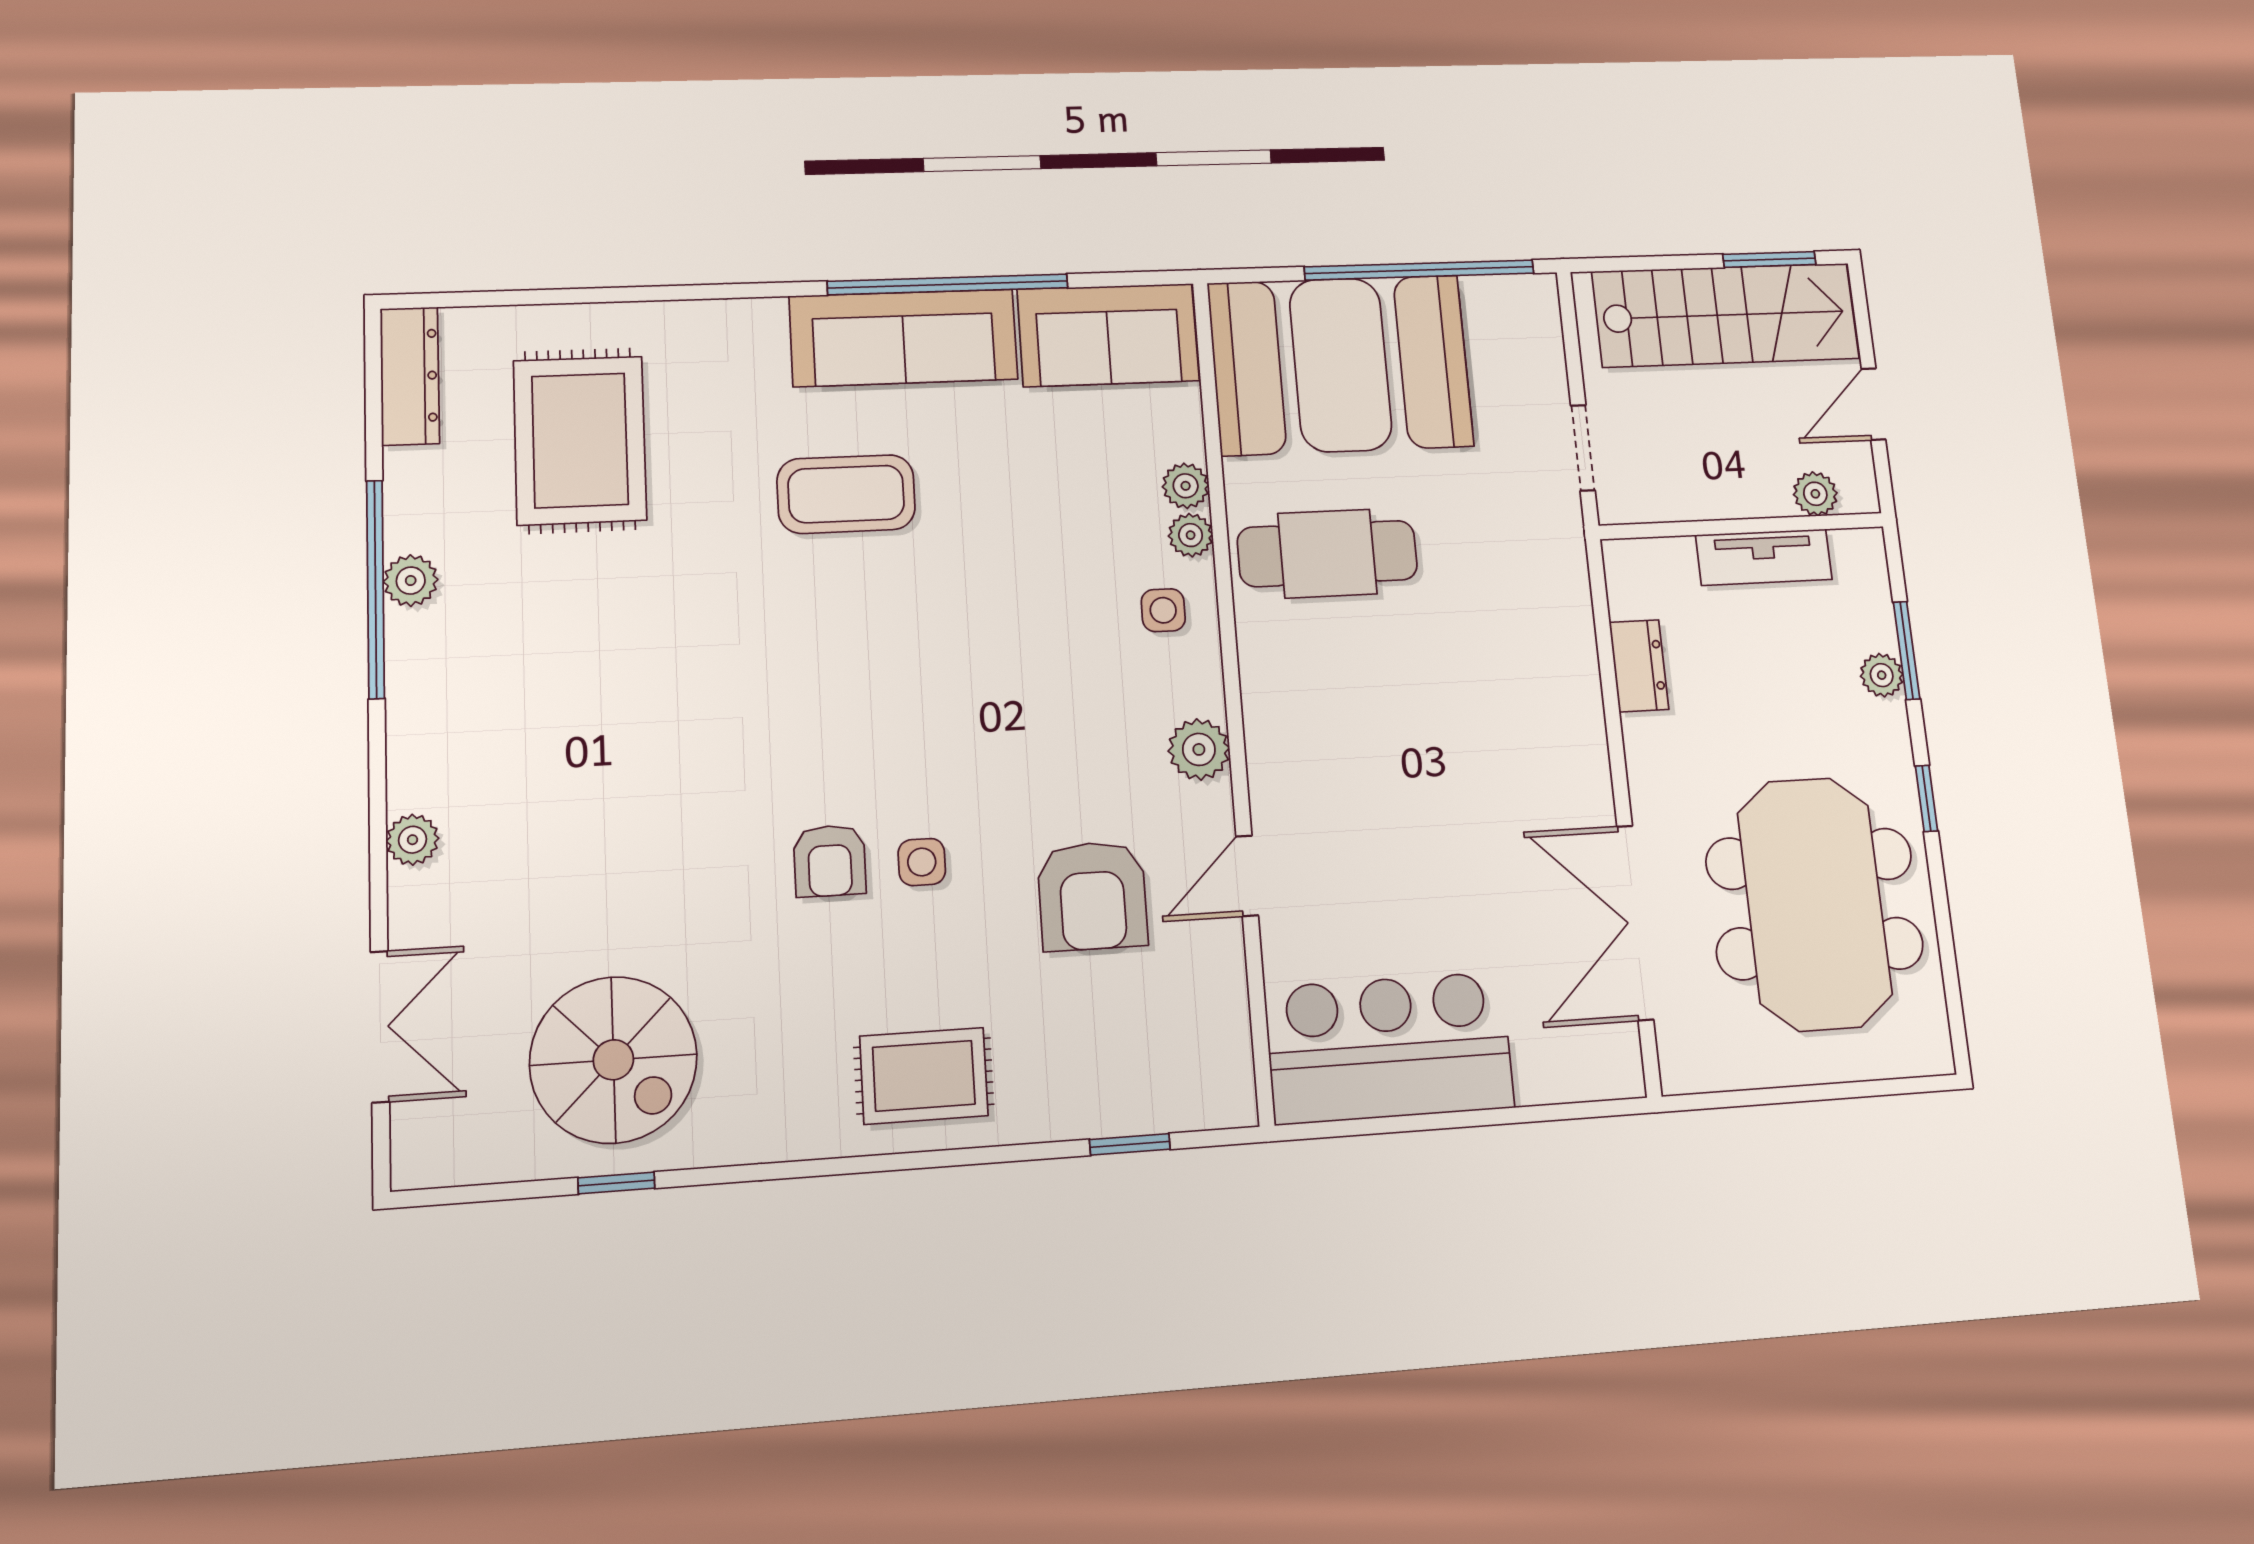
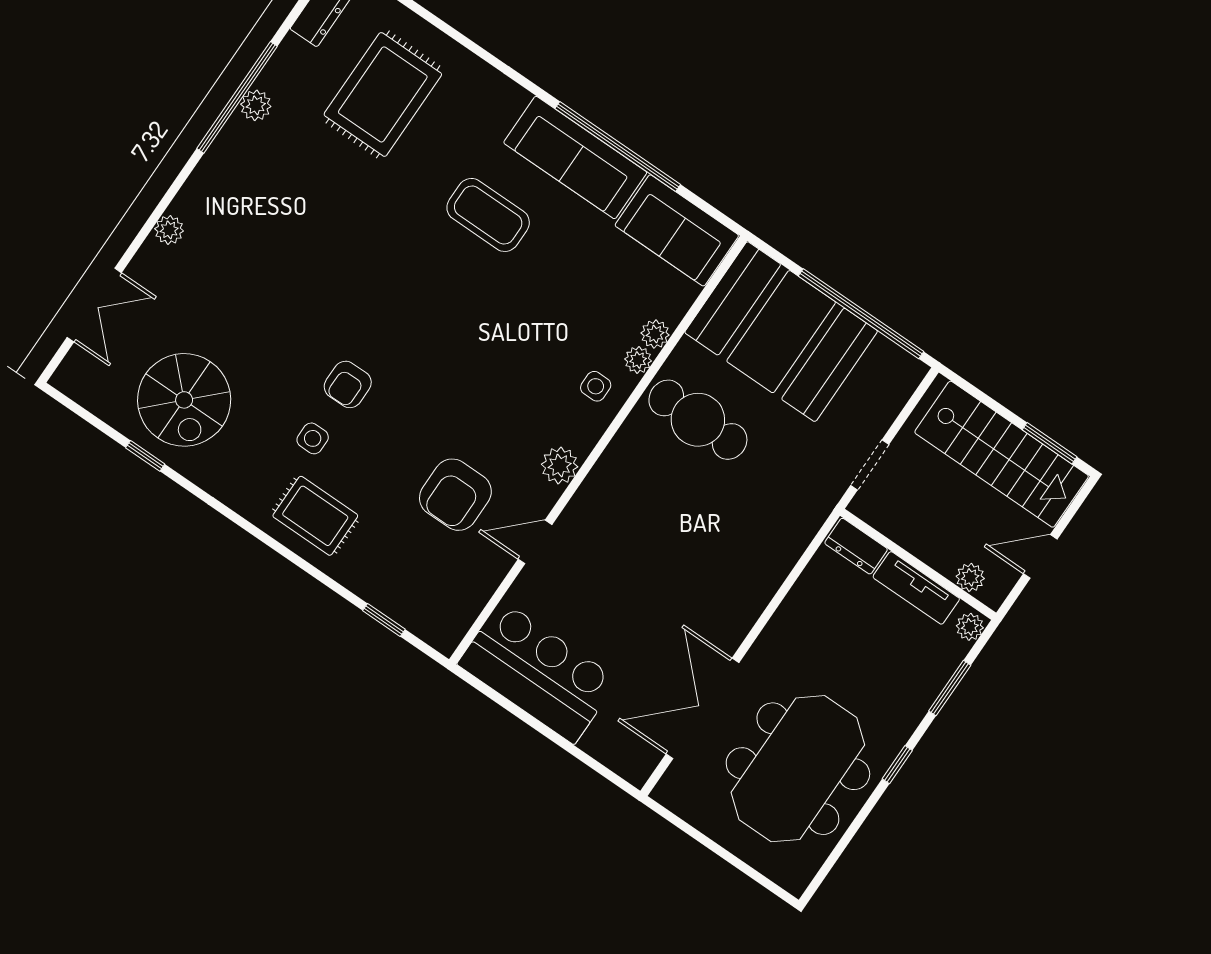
dresser: (1639, 666) -> (856, 546), moved, turned 90
plant: (1882, 675) -> (970, 627), moved
side table: (922, 862) -> (313, 438), moved

